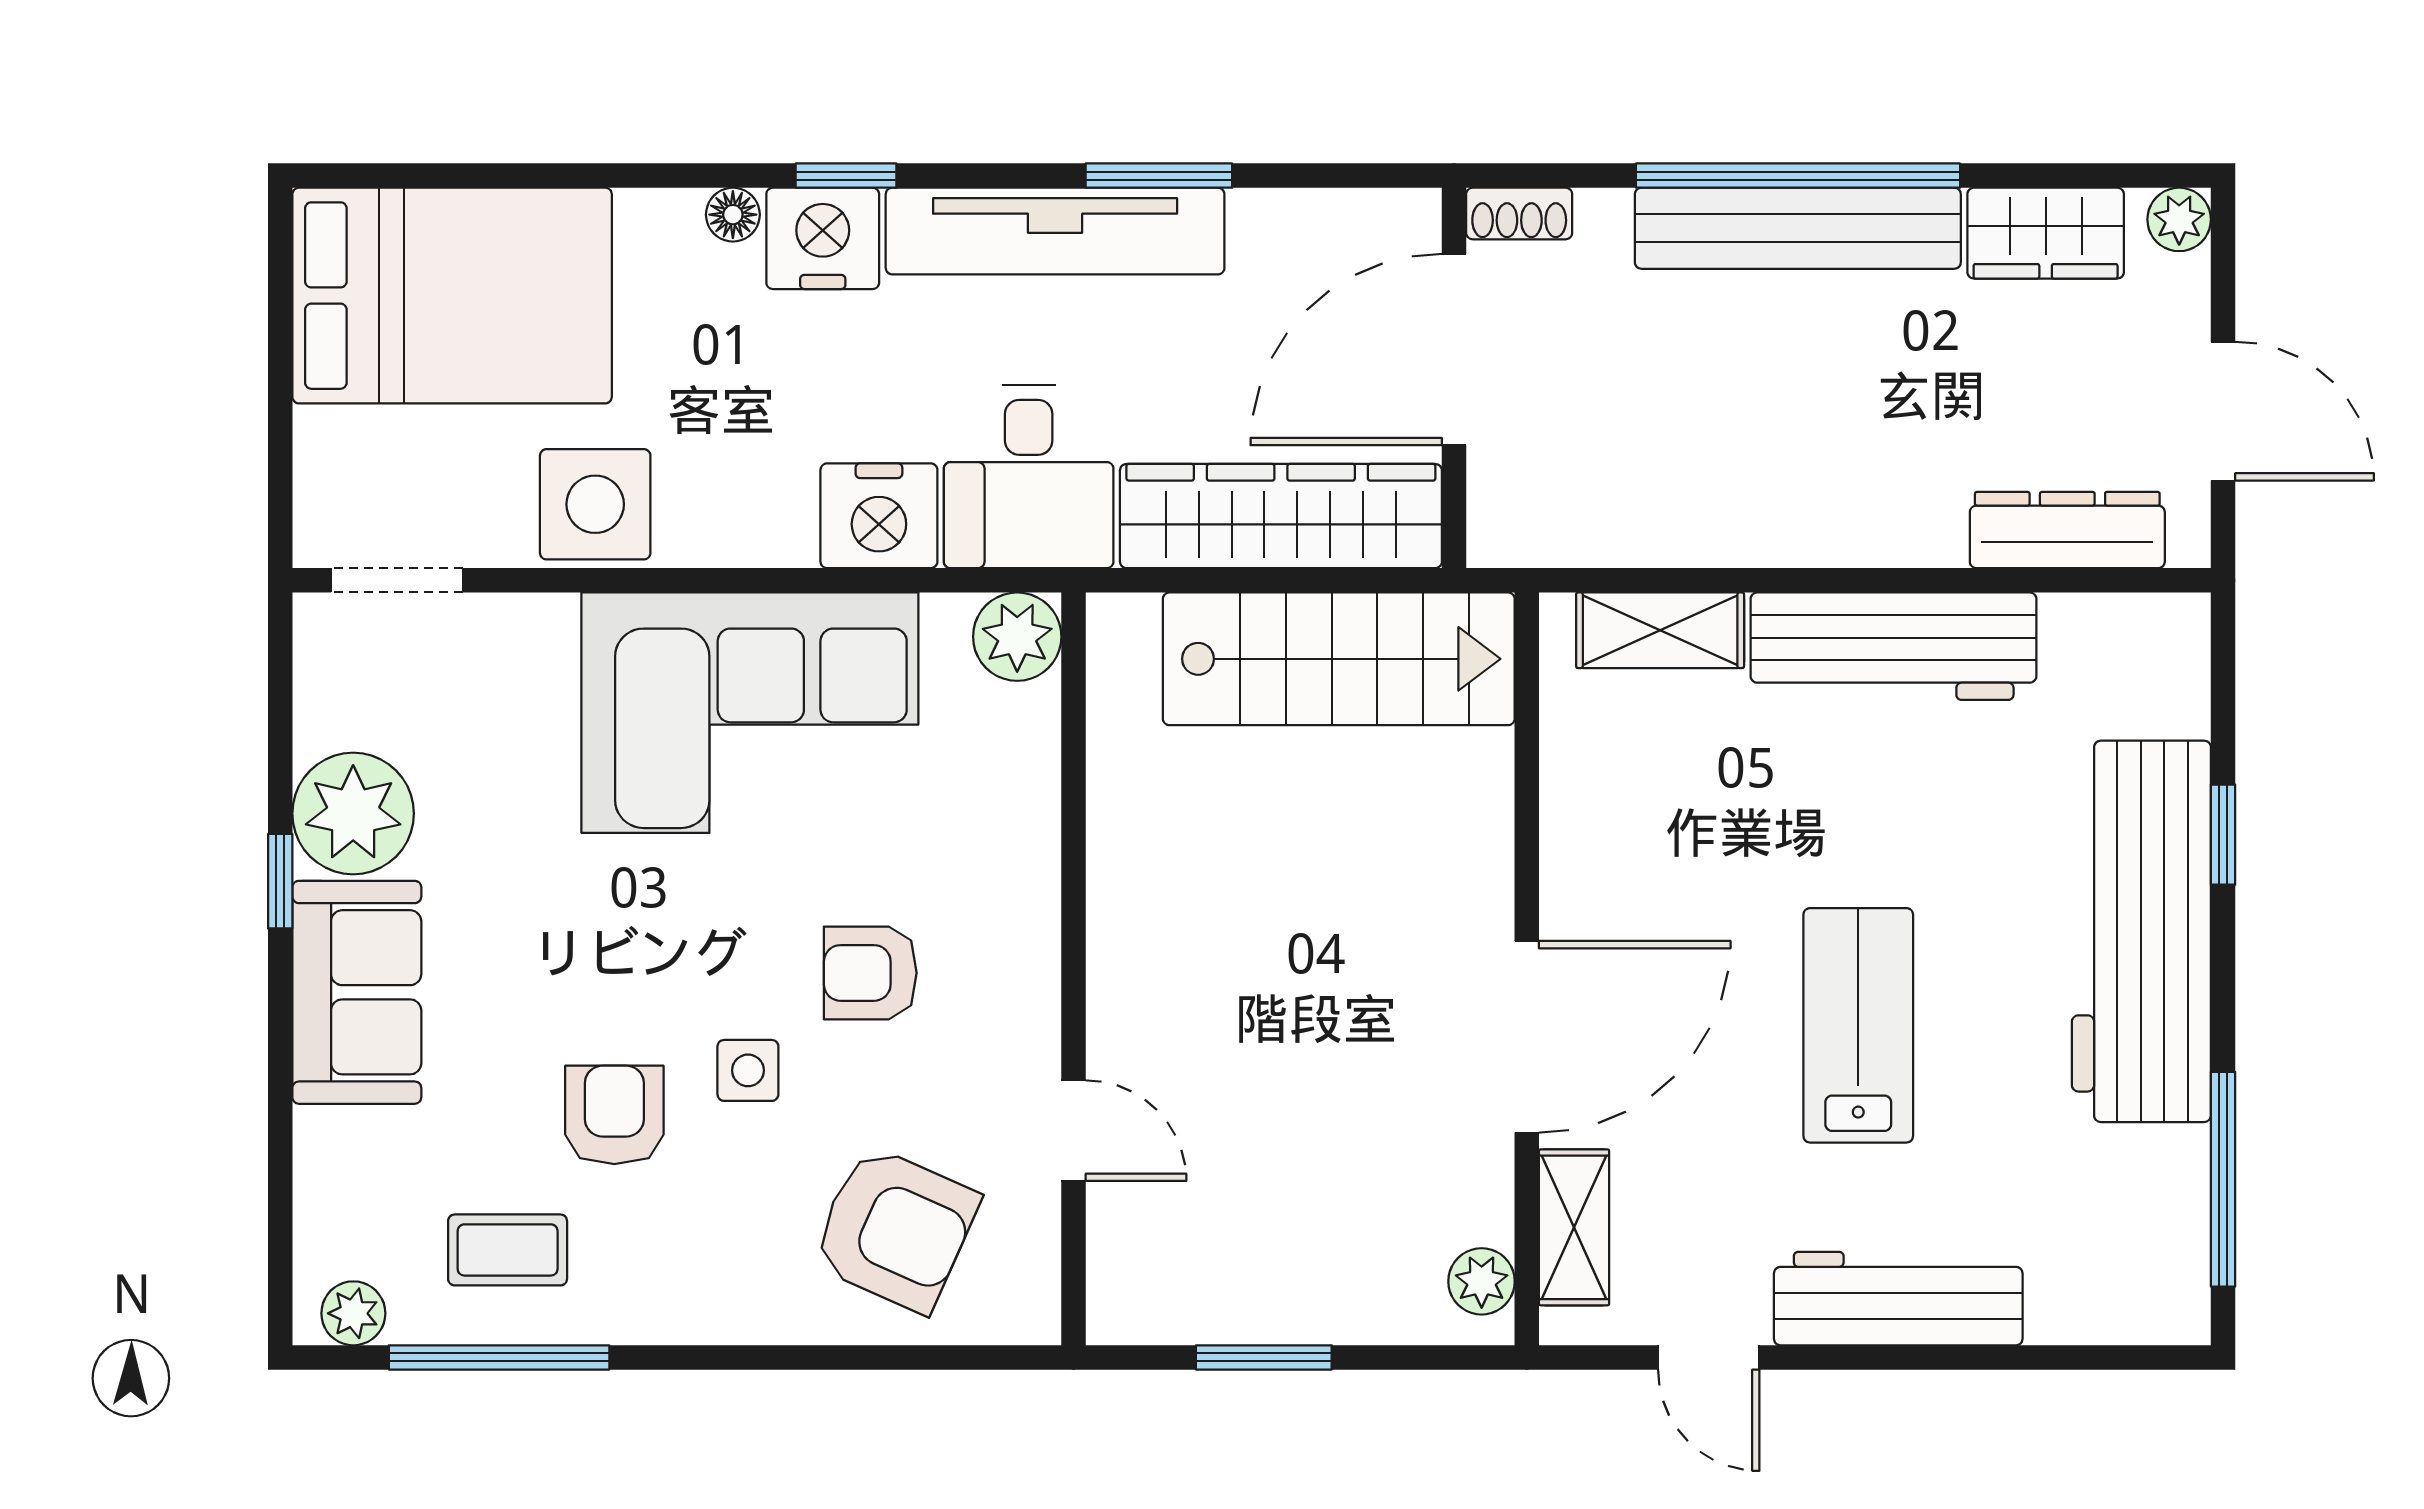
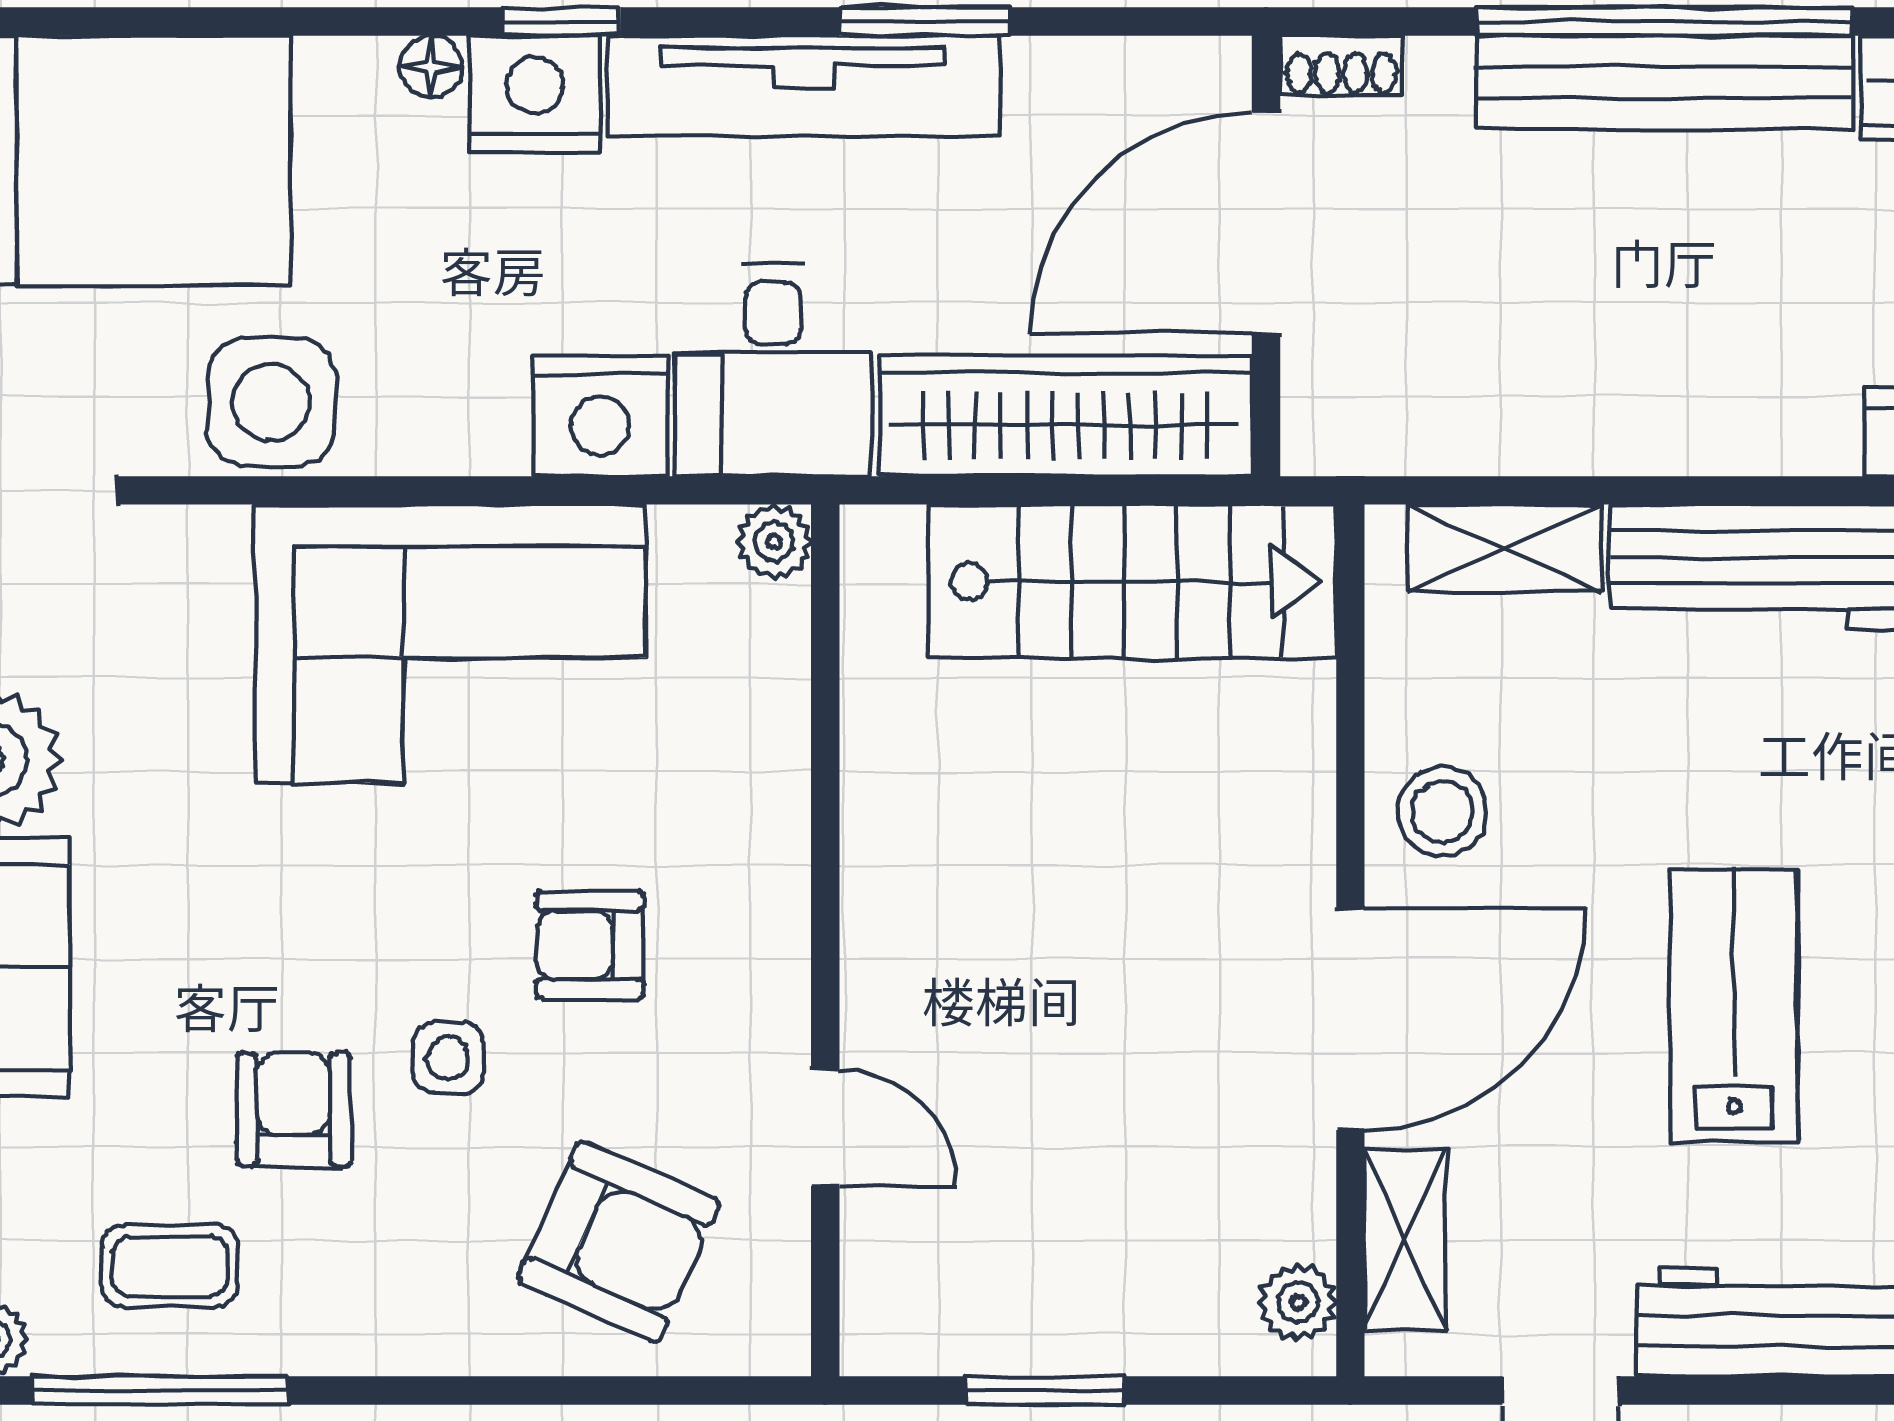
plant: (1017, 637) -> (774, 542), width x0.73, depth x0.73
stool: (1606, 858) -> (1442, 812), added

